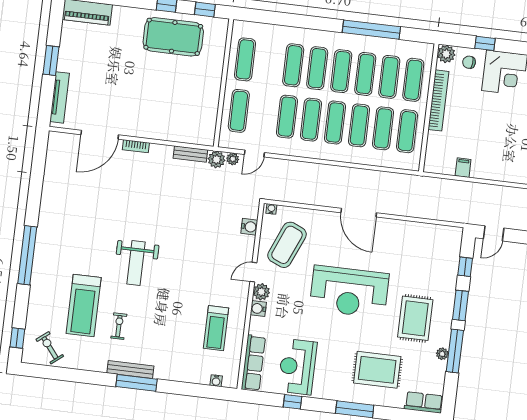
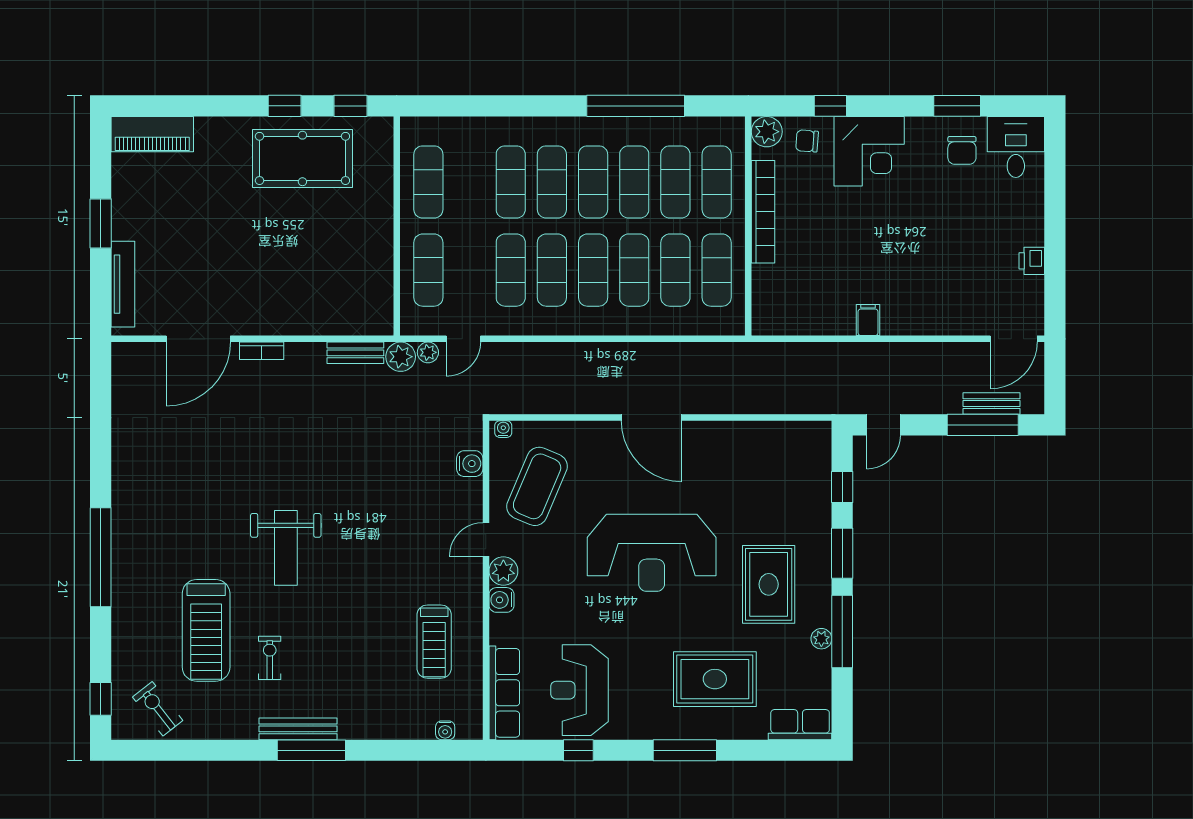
filing cabinet: (463, 168) -> (868, 320), moved

